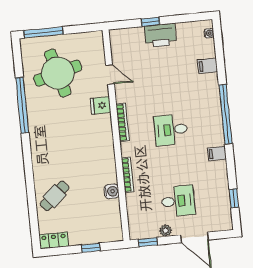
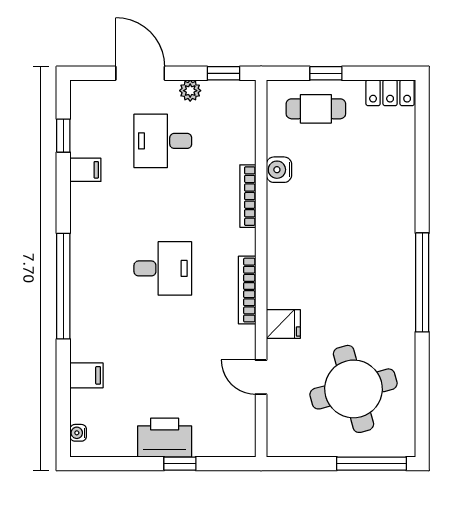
window: (22, 105) -> (422, 282), moved
filing cabinet: (217, 154) -> (85, 170), moved
cafe table: (55, 196) -> (316, 109), moved, turned 41

